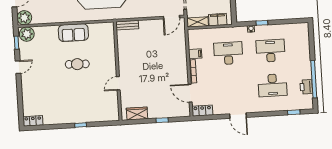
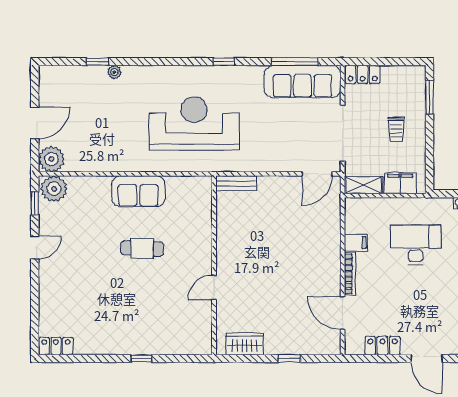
locker: (202, 111) -> (383, 346), moved

